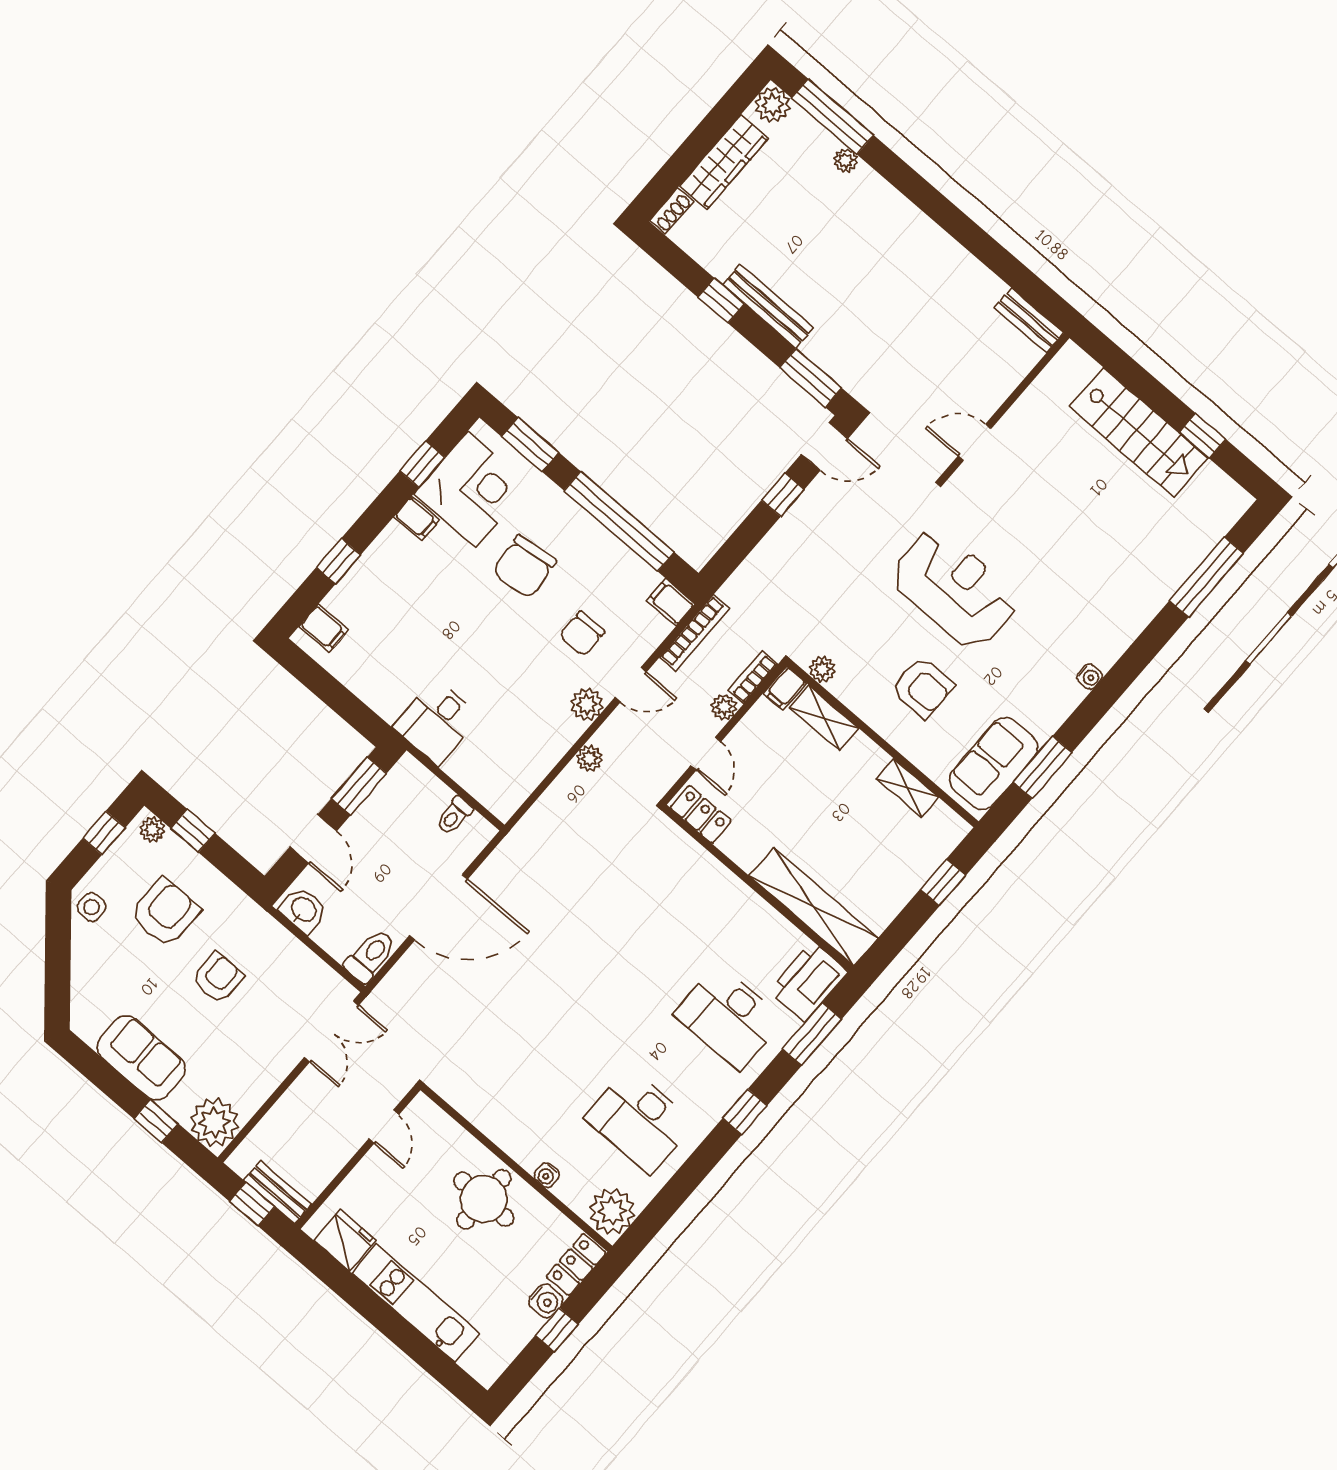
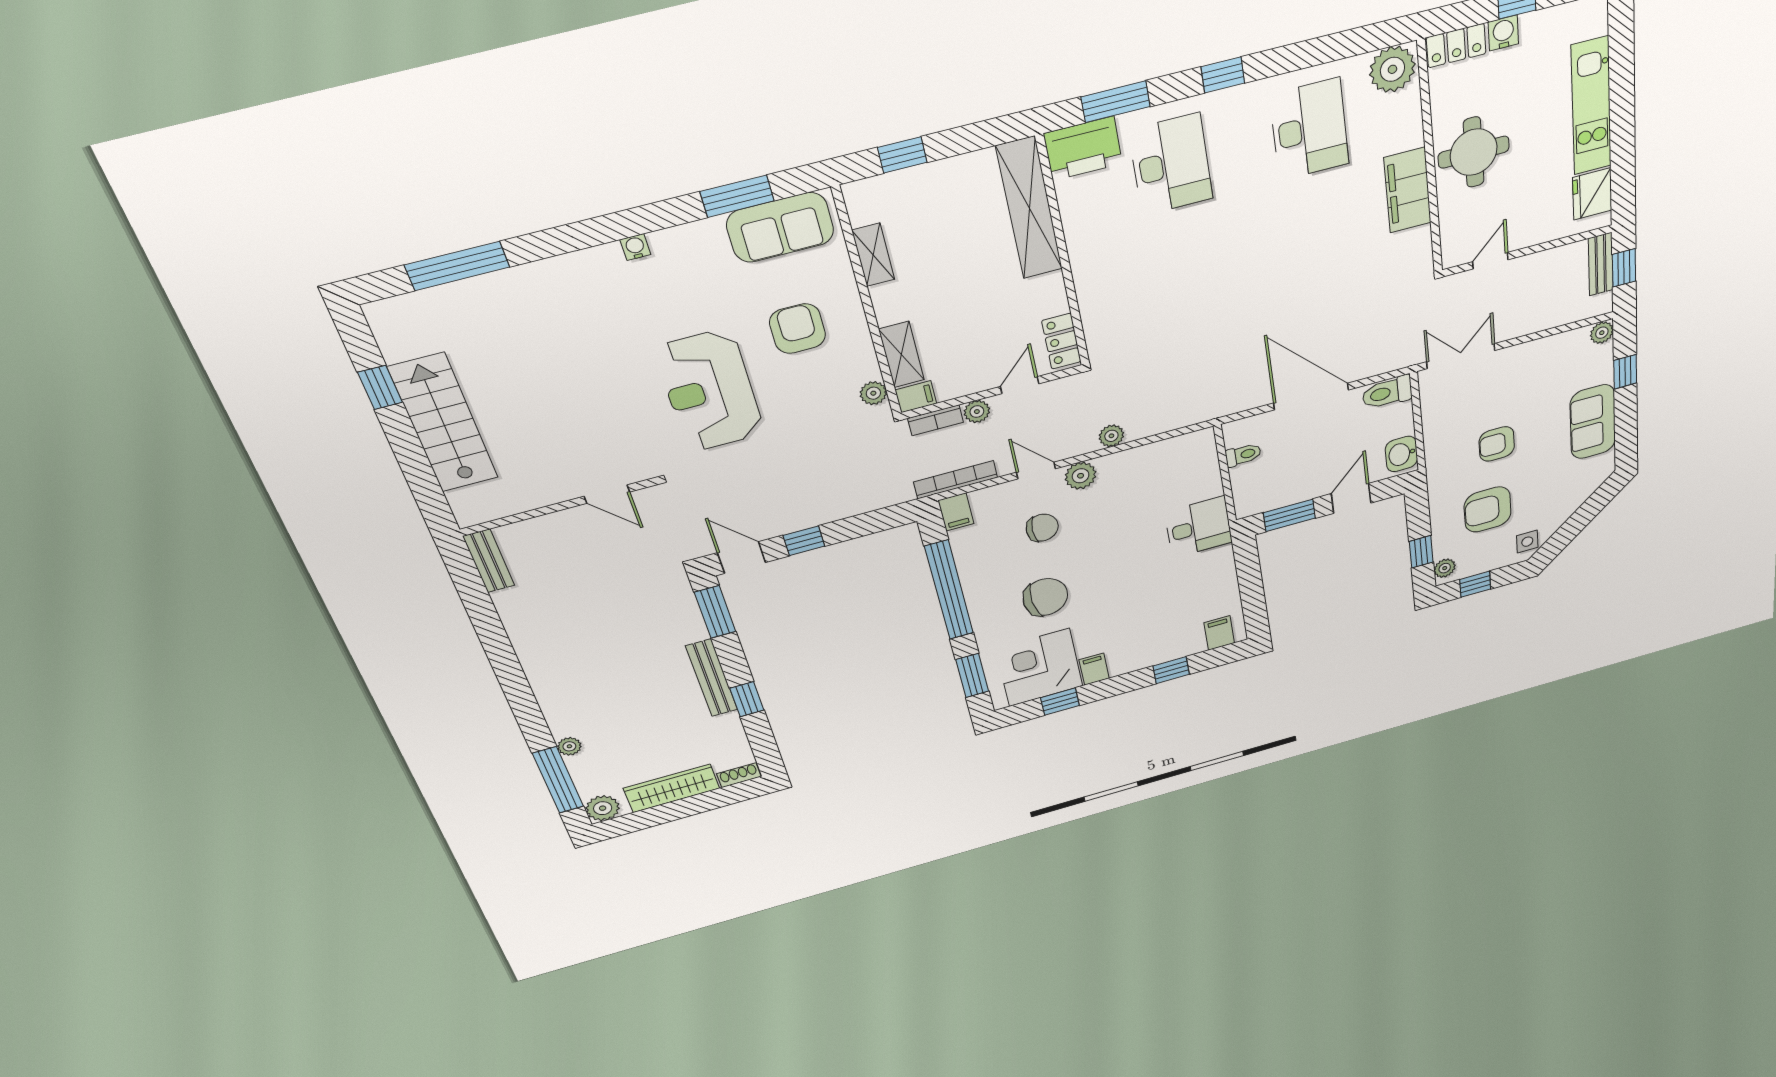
plant: (214, 1122) -> (1602, 333), width x0.53, depth x0.53
filing cabinet: (513, 1132) -> (1408, 190), added
water cooler: (547, 1175) -> (1414, 137), removed

